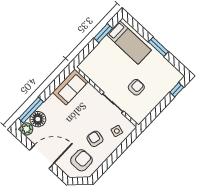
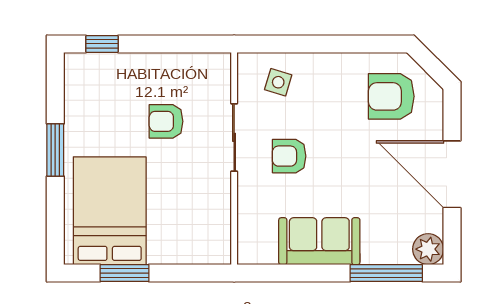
bed: (129, 42) -> (110, 211), width x1.50
sofa: (70, 87) -> (319, 241), moved
floor lamp: (38, 119) -> (391, 245), removed
armchair: (95, 139) -> (289, 156), moved, turned 77

